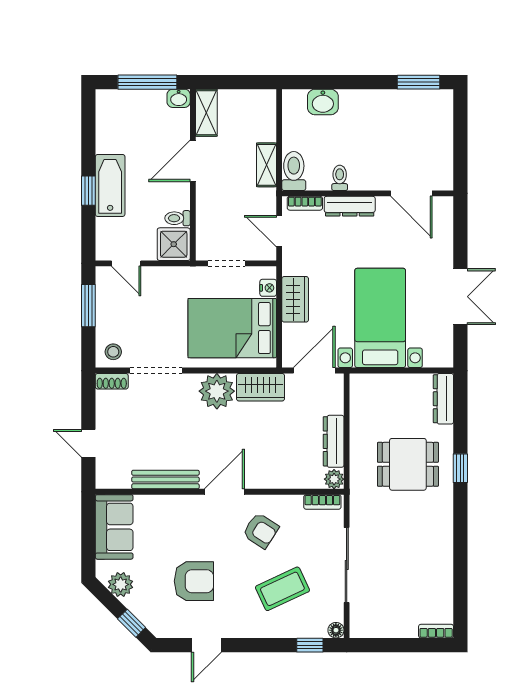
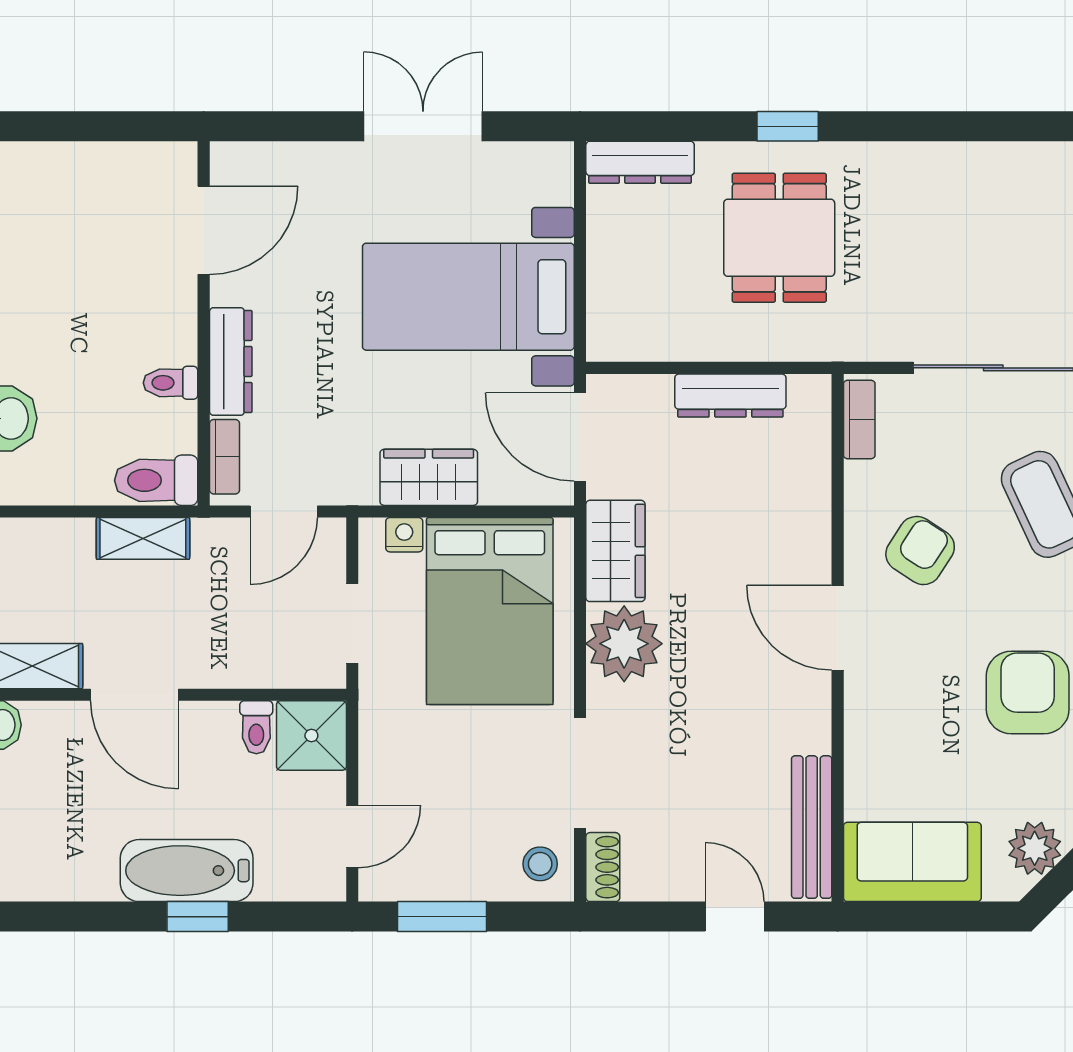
door: (88, 443) -> (735, 917), swing flipped
plant: (334, 479) -> (811, 395), removed
bench: (165, 480) -> (812, 827), moved

